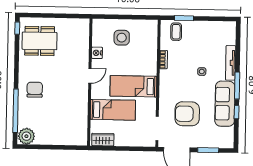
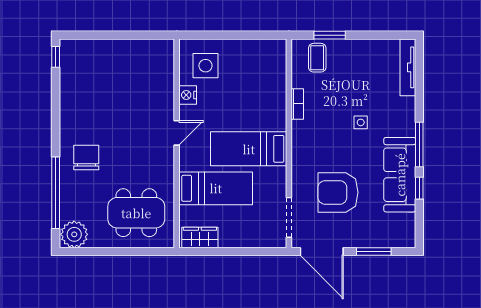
side table: (122, 38) -> (206, 66), moved
dining table: (40, 41) -> (136, 213), moved
tv unit: (231, 63) -> (408, 67), moved

